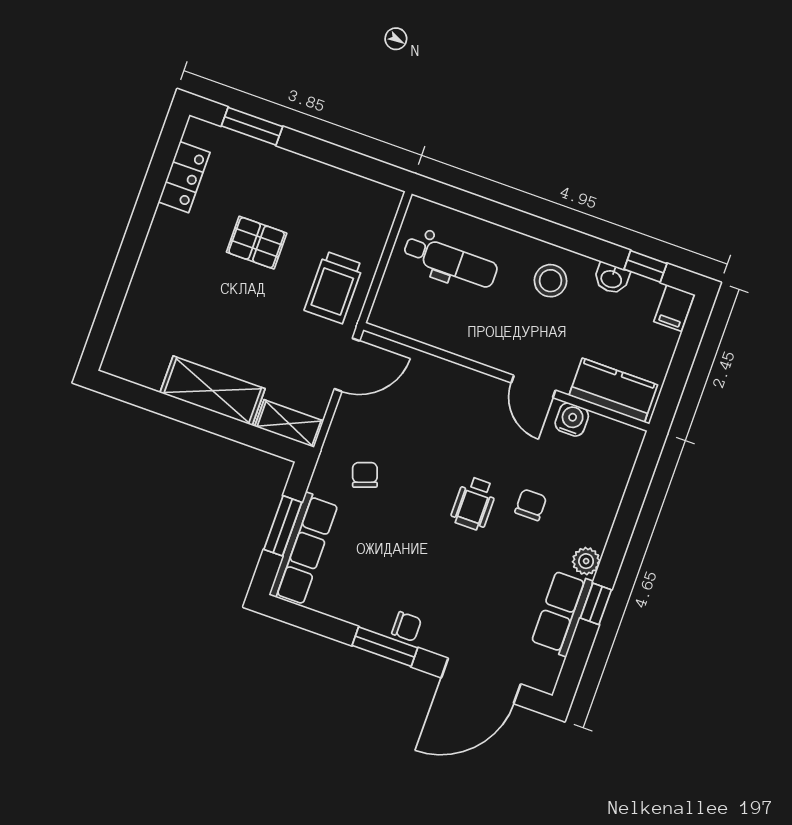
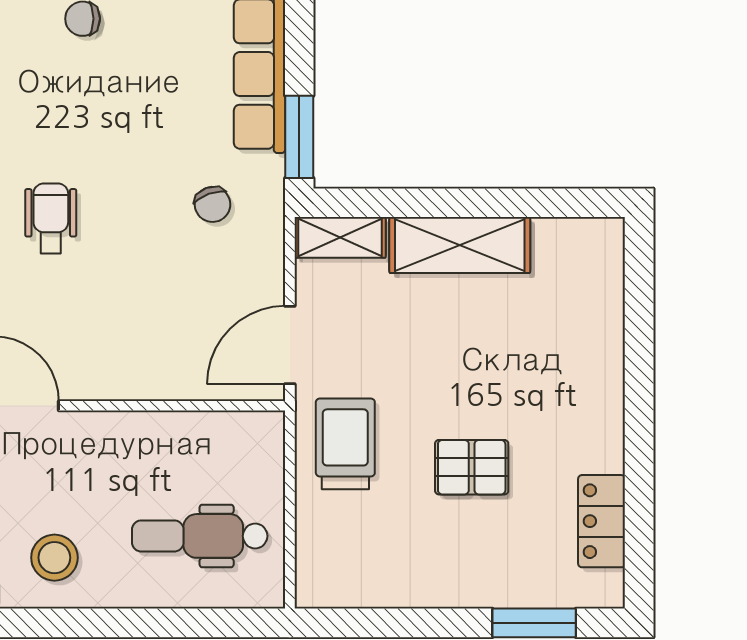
window: (283, 526) -> (299, 137), moved

